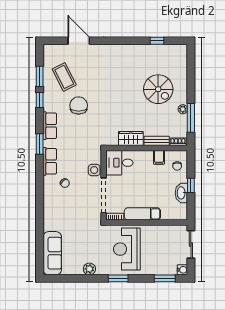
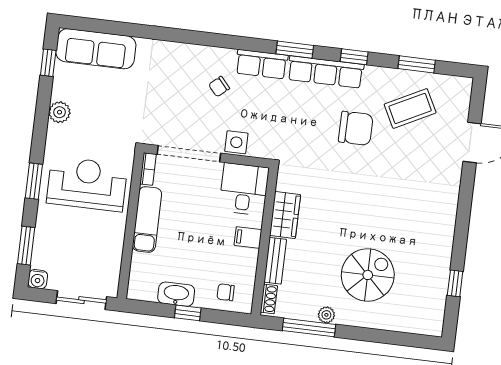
spiral stairs: (158, 89) -> (368, 275), turned 180
window: (40, 100) -> (354, 57), moved
row of seats: (50, 126) -> (326, 72), width x1.48
filing cabinet: (159, 157) -> (248, 237), moved
window: (63, 278) -> (48, 63), added
window: (118, 278) -> (34, 181), moved

